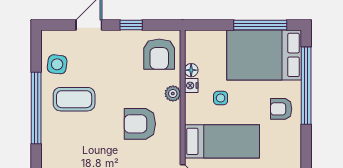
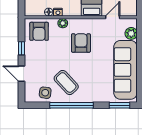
armchair: (159, 54) -> (39, 31), turned 90
coffee table: (74, 99) -> (66, 83), turned -43
armchair: (140, 124) -> (81, 43), turned 180

